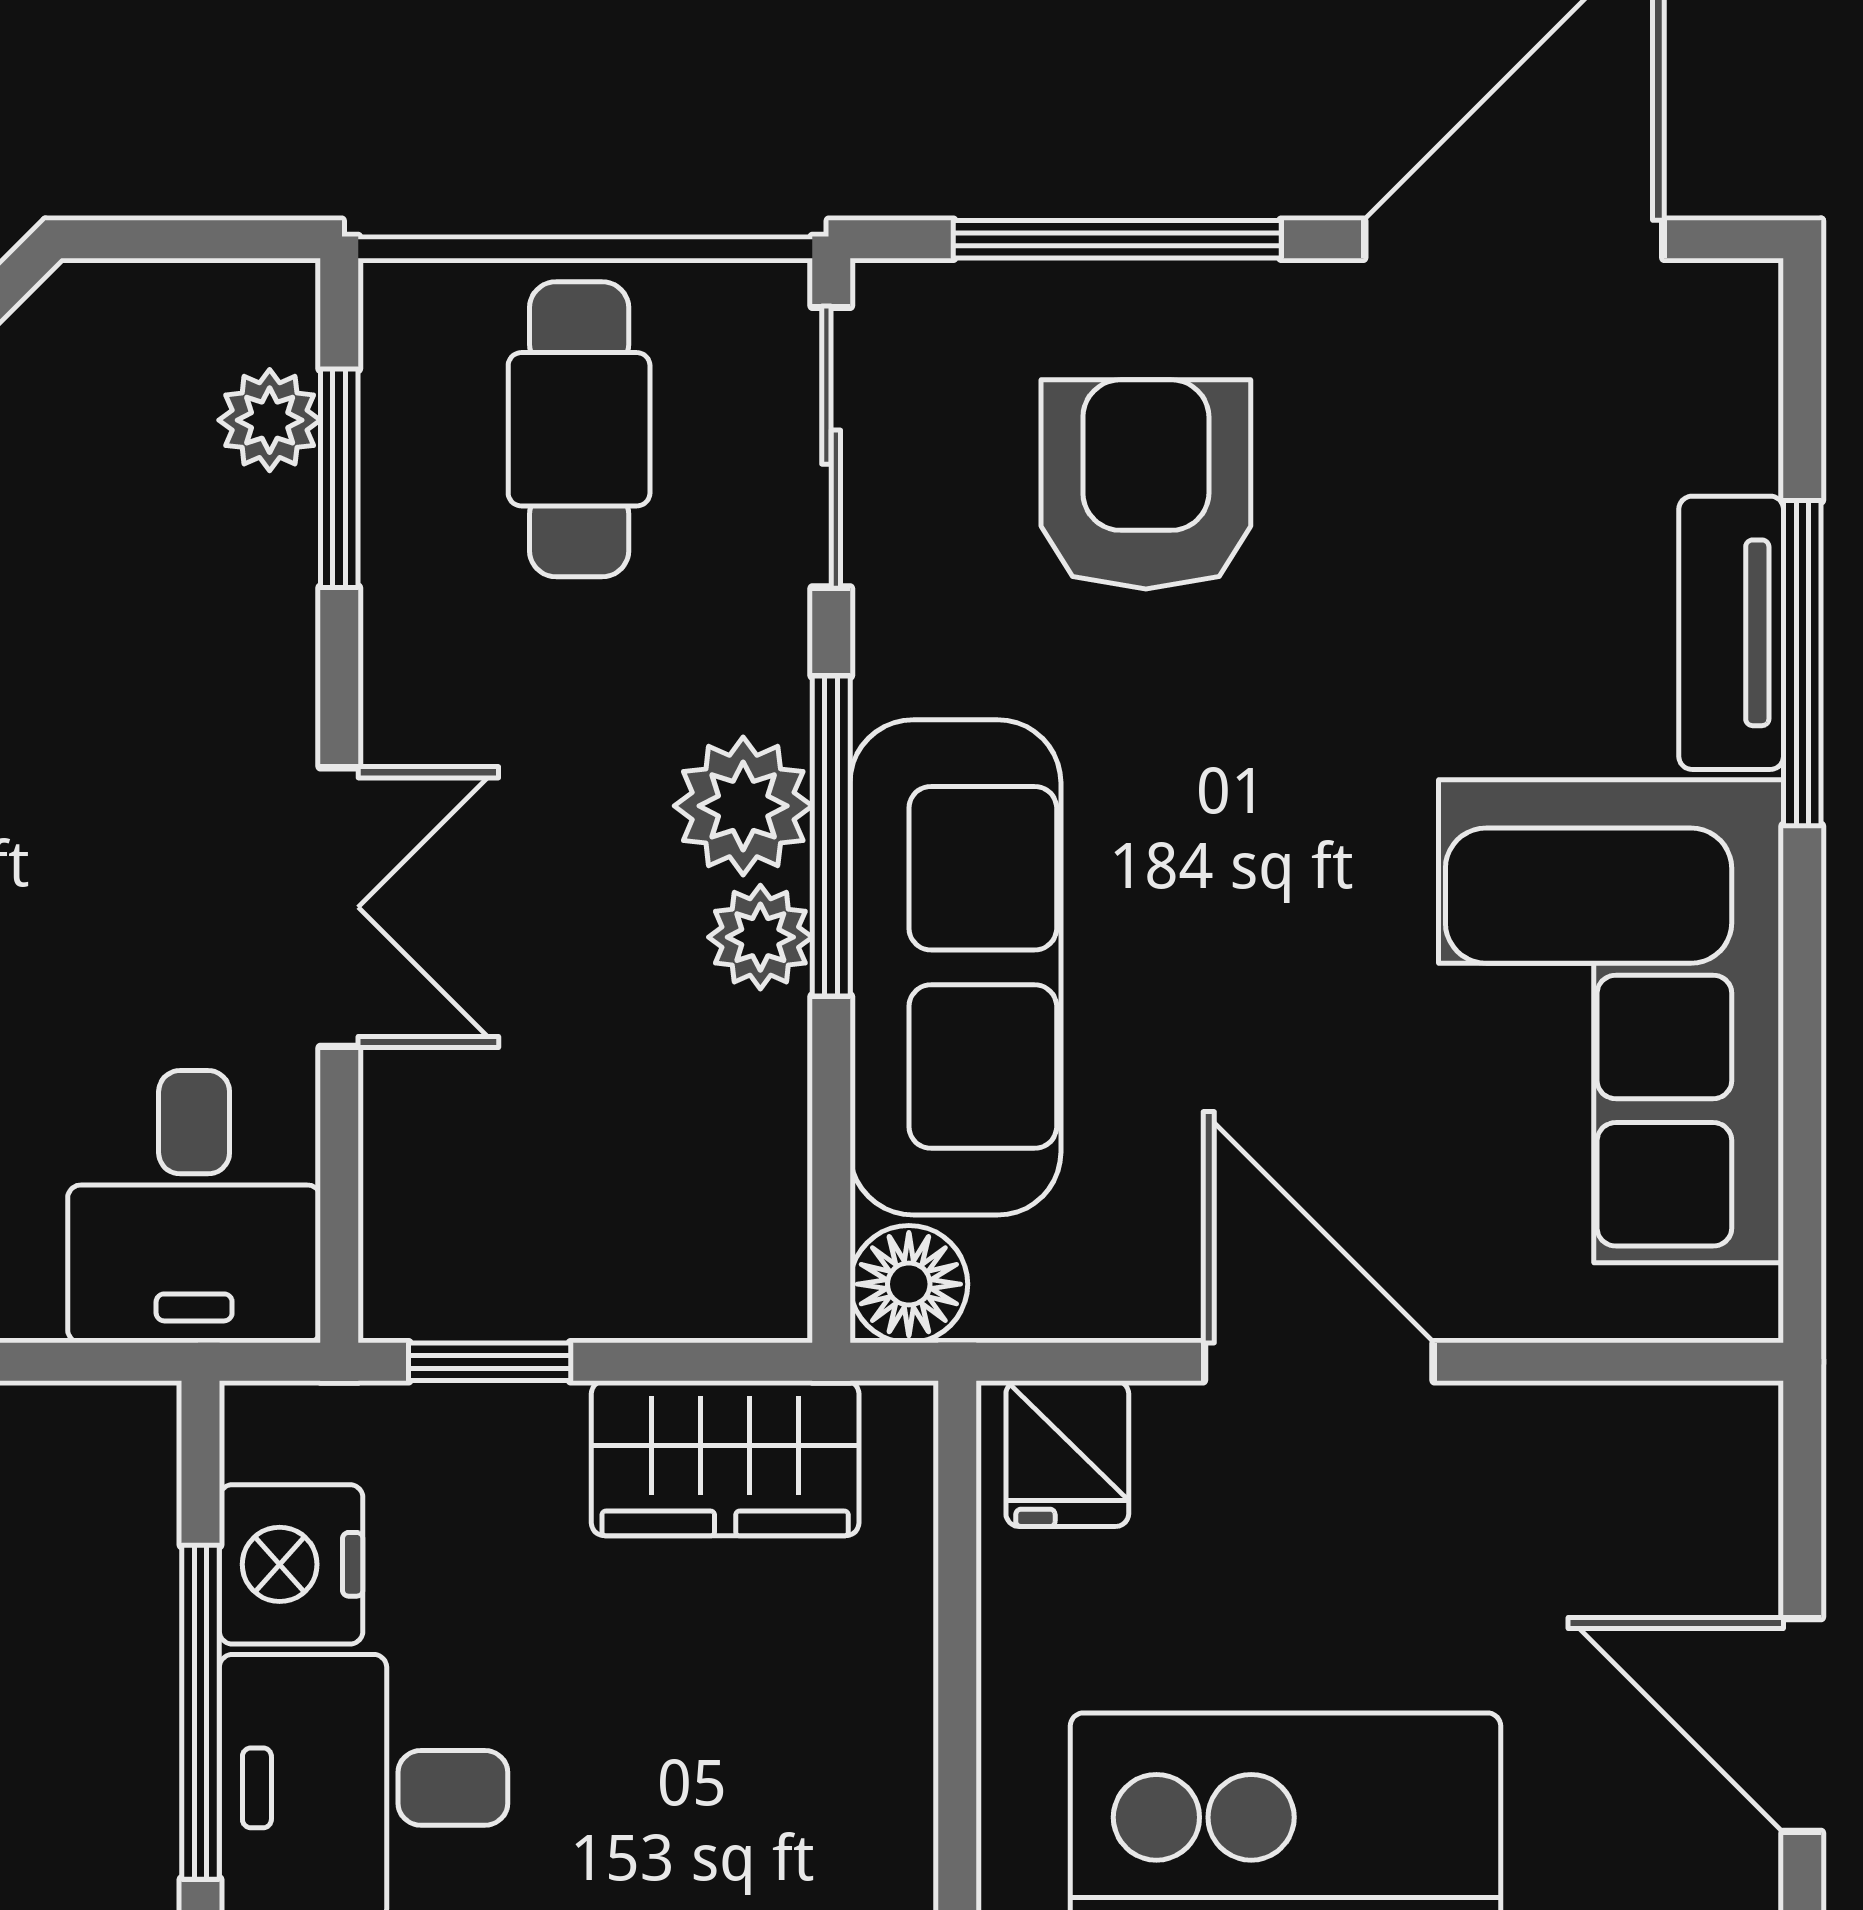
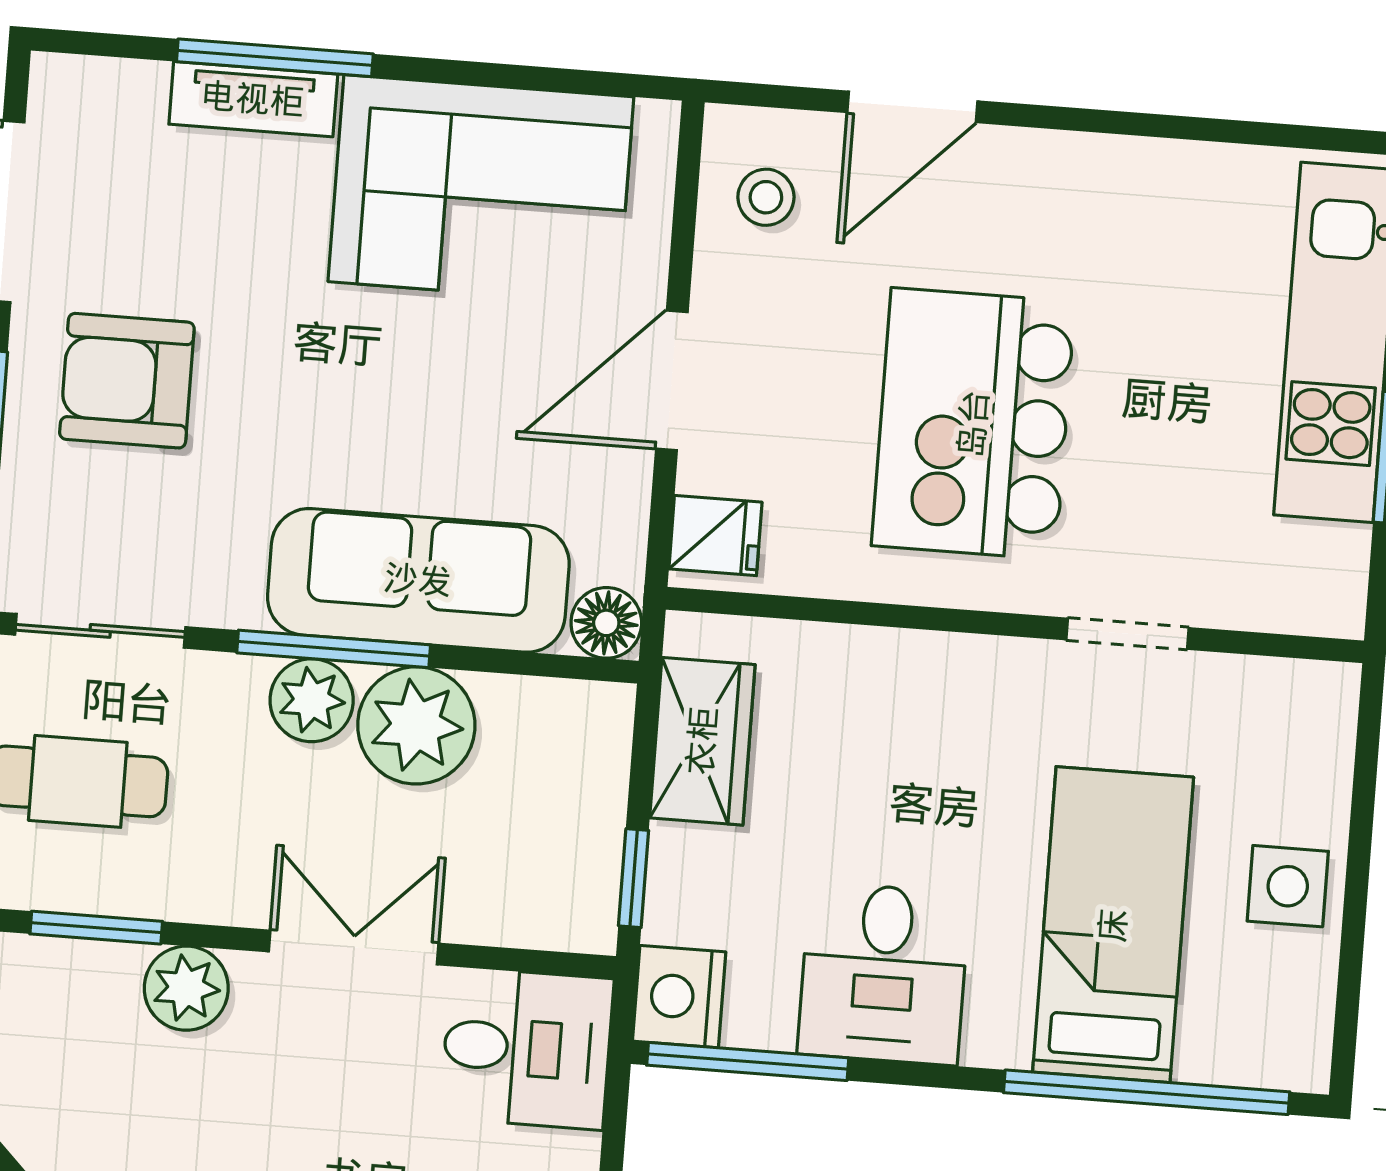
plant: (270, 420) -> (186, 988), moved, width x1.38, depth x1.38
armchair: (1146, 484) -> (127, 381), moved
plant: (760, 937) -> (416, 725), width x1.88, depth x1.88
stool: (1634, 1494) -> (766, 197), added
nightstand: (291, 1564) -> (679, 997), moved, turned 90
window: (201, 1712) -> (748, 1062), moved

